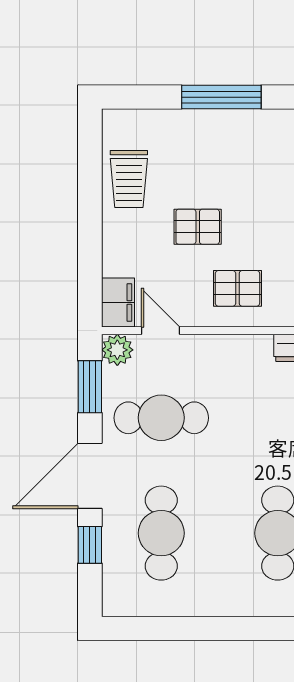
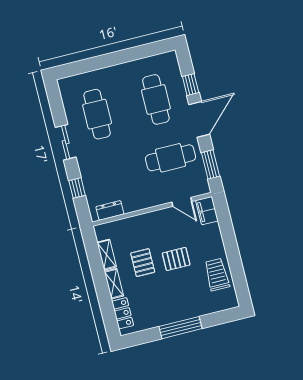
pallet: (237, 288) -> (143, 263), moved, turned 90
plant: (117, 350) -> (201, 187), removed

